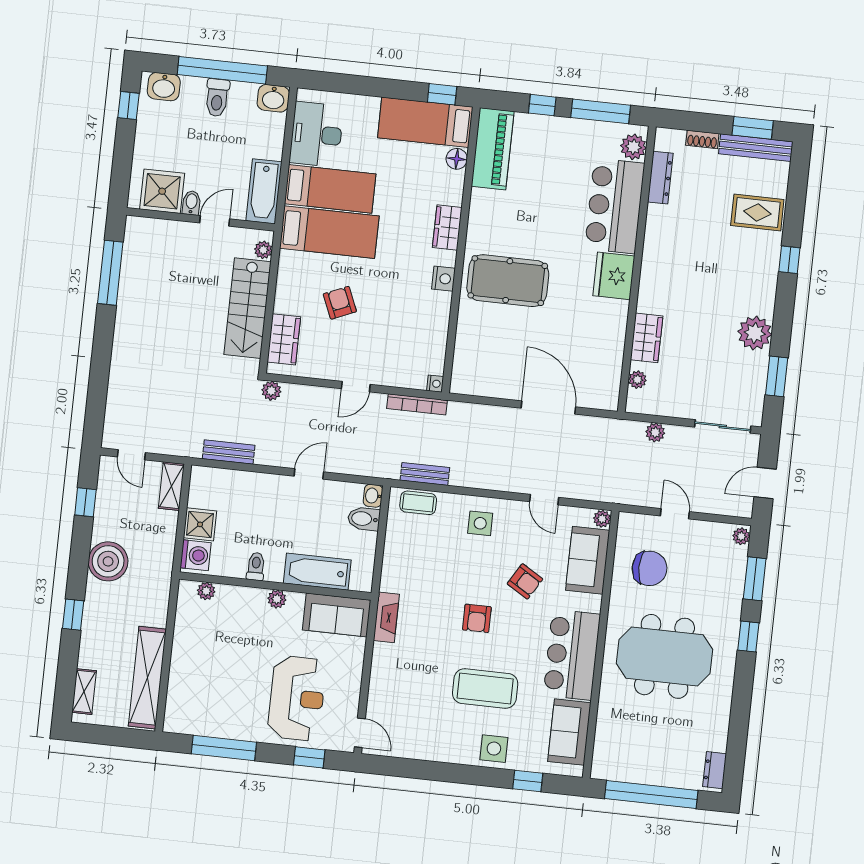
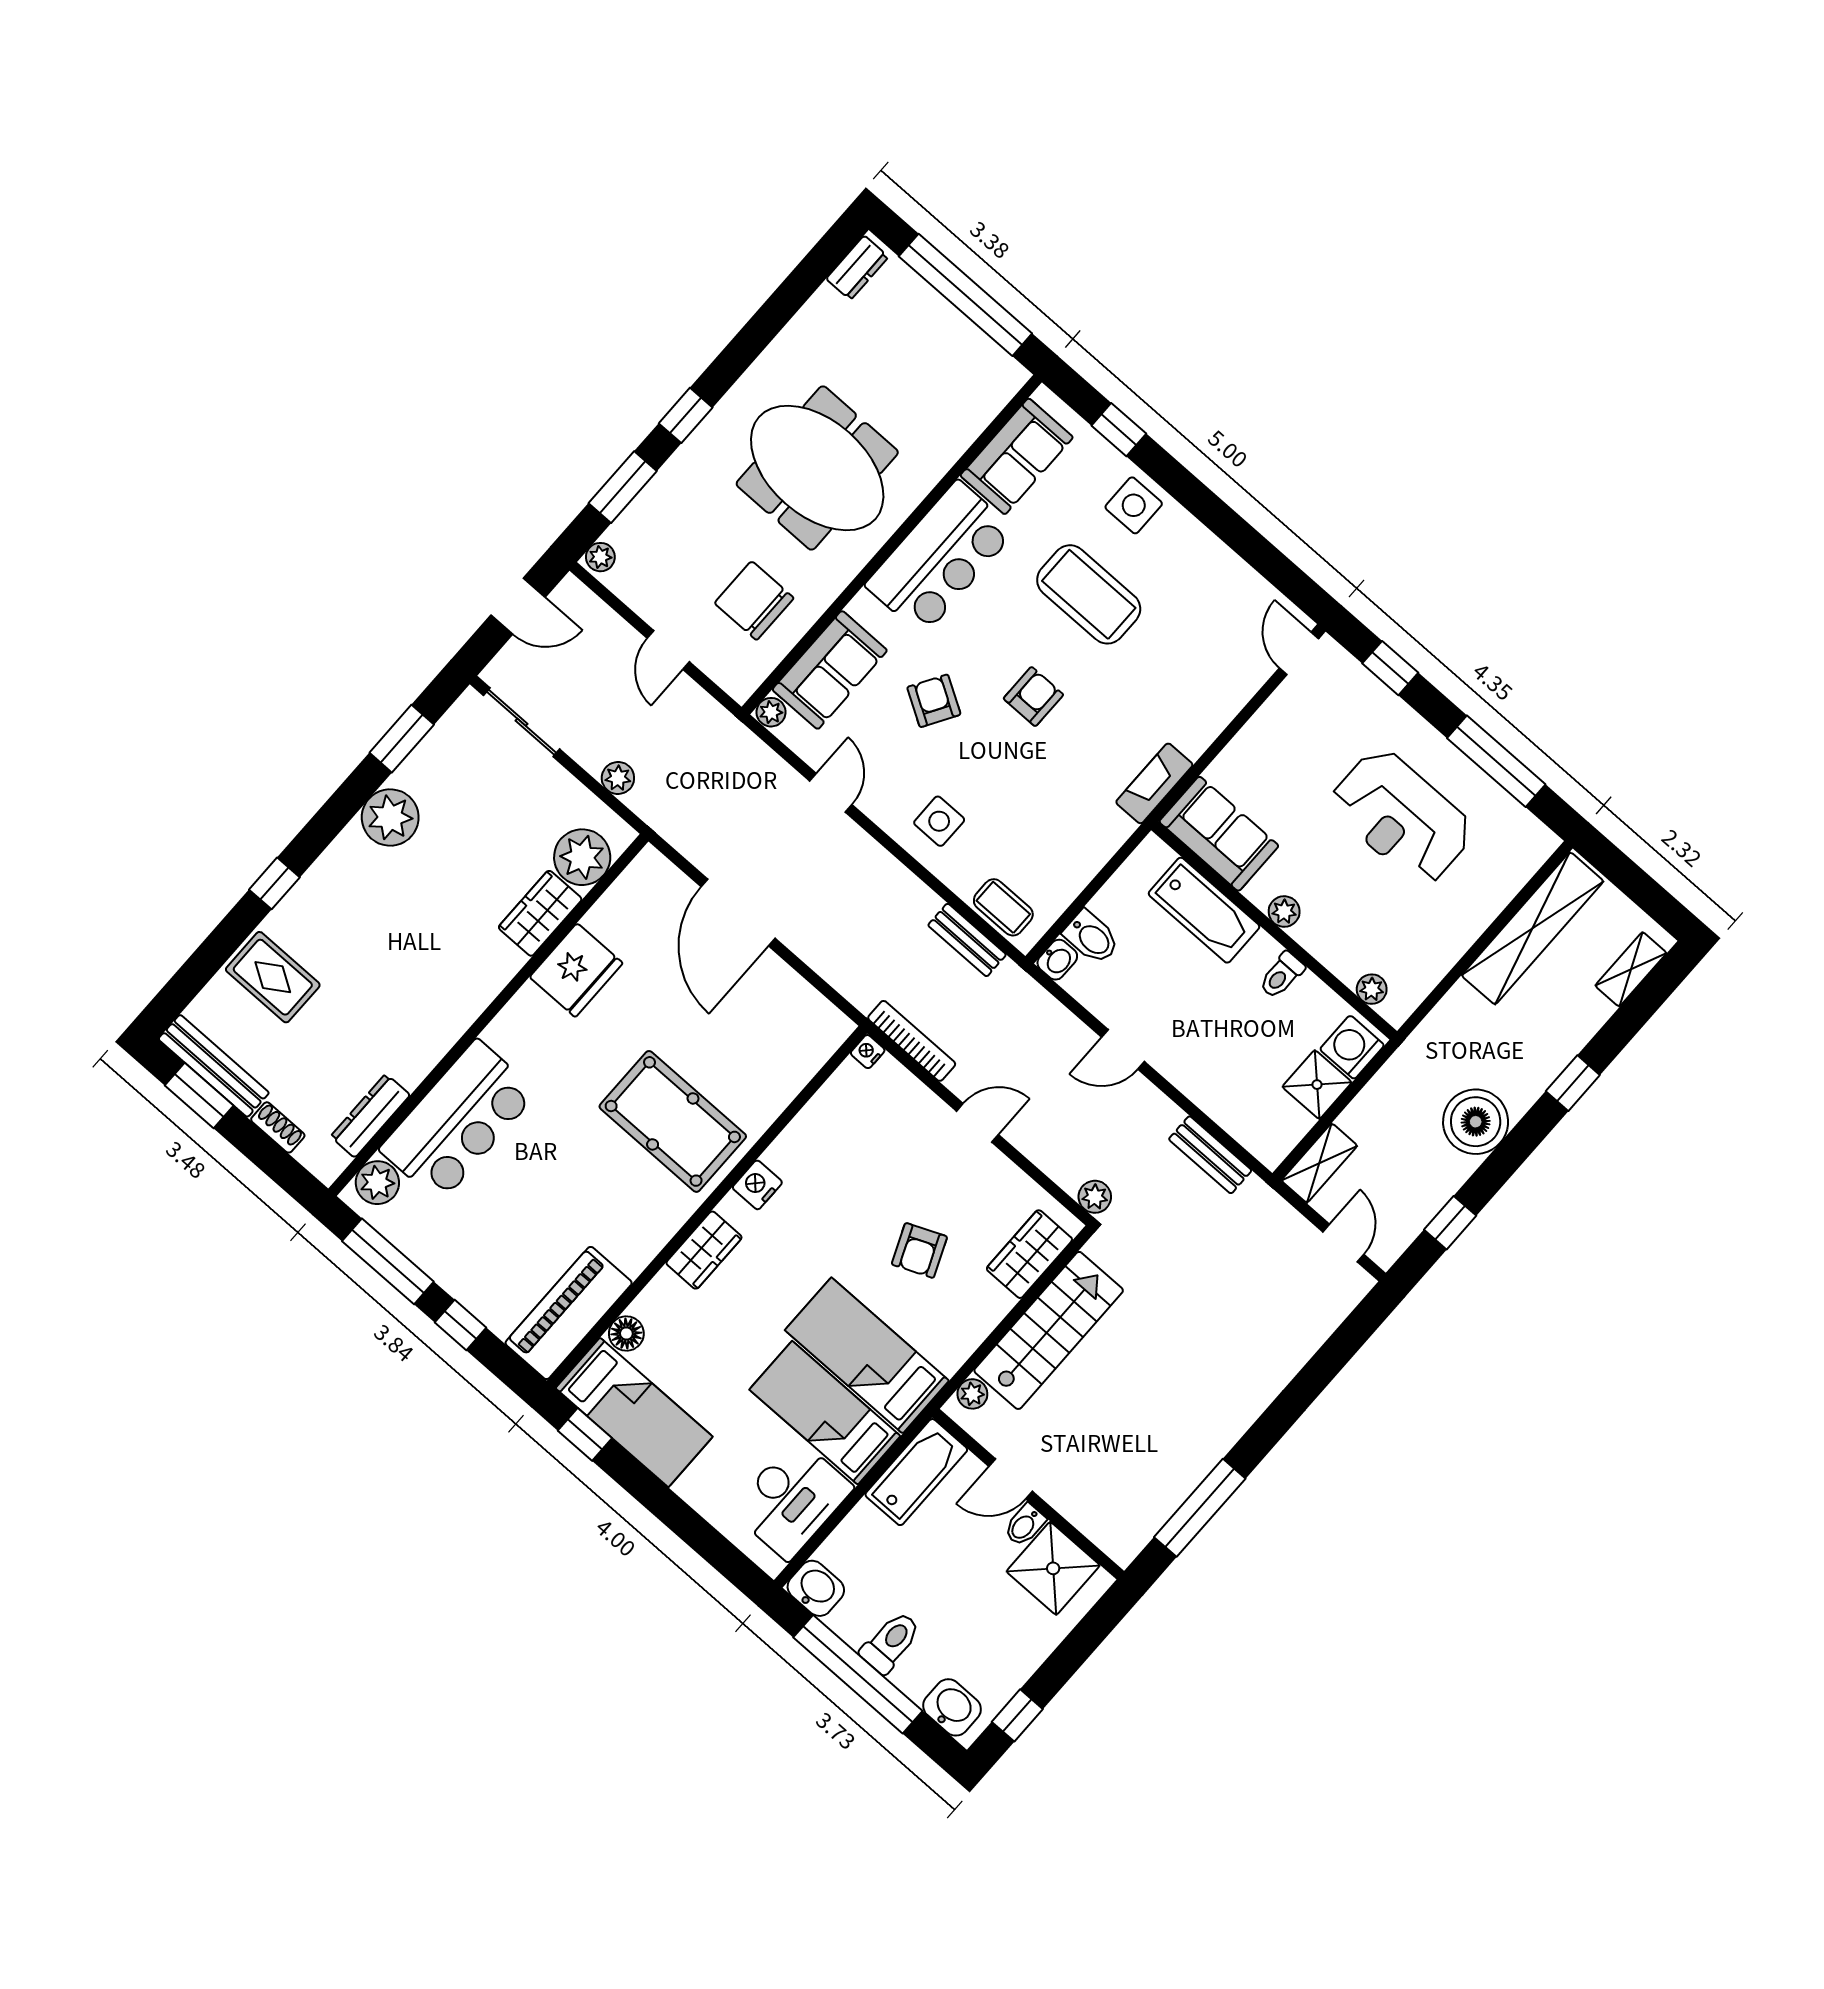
fridge: (614, 276) -> (576, 970), moved
plant: (637, 380) -> (582, 857), width x1.88, depth x1.88
reception desk: (297, 698) -> (1401, 817), moved, turned -90

